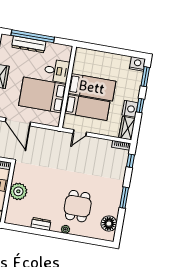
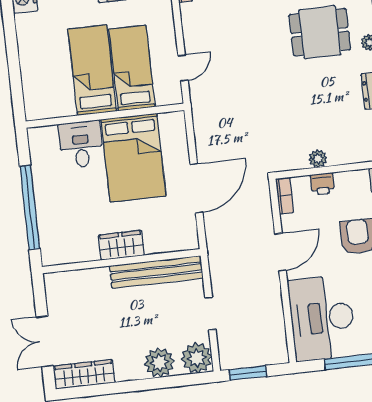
dresser: (29, 44) -> (47, 210), removed
door: (80, 133) -> (183, 68), hinge flipped
plant: (18, 191) -> (318, 159), width x0.53, depth x0.53

